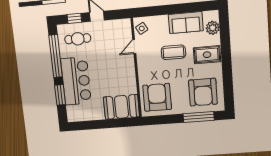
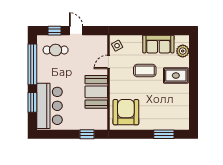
bar counter: (76, 81) -> (49, 106), moved
armchair: (203, 92) -> (170, 111), removed
booth: (121, 107) -> (96, 92), moved, turned 90
window: (199, 117) -> (164, 134), width x0.69
window: (119, 123) -> (87, 134), added

